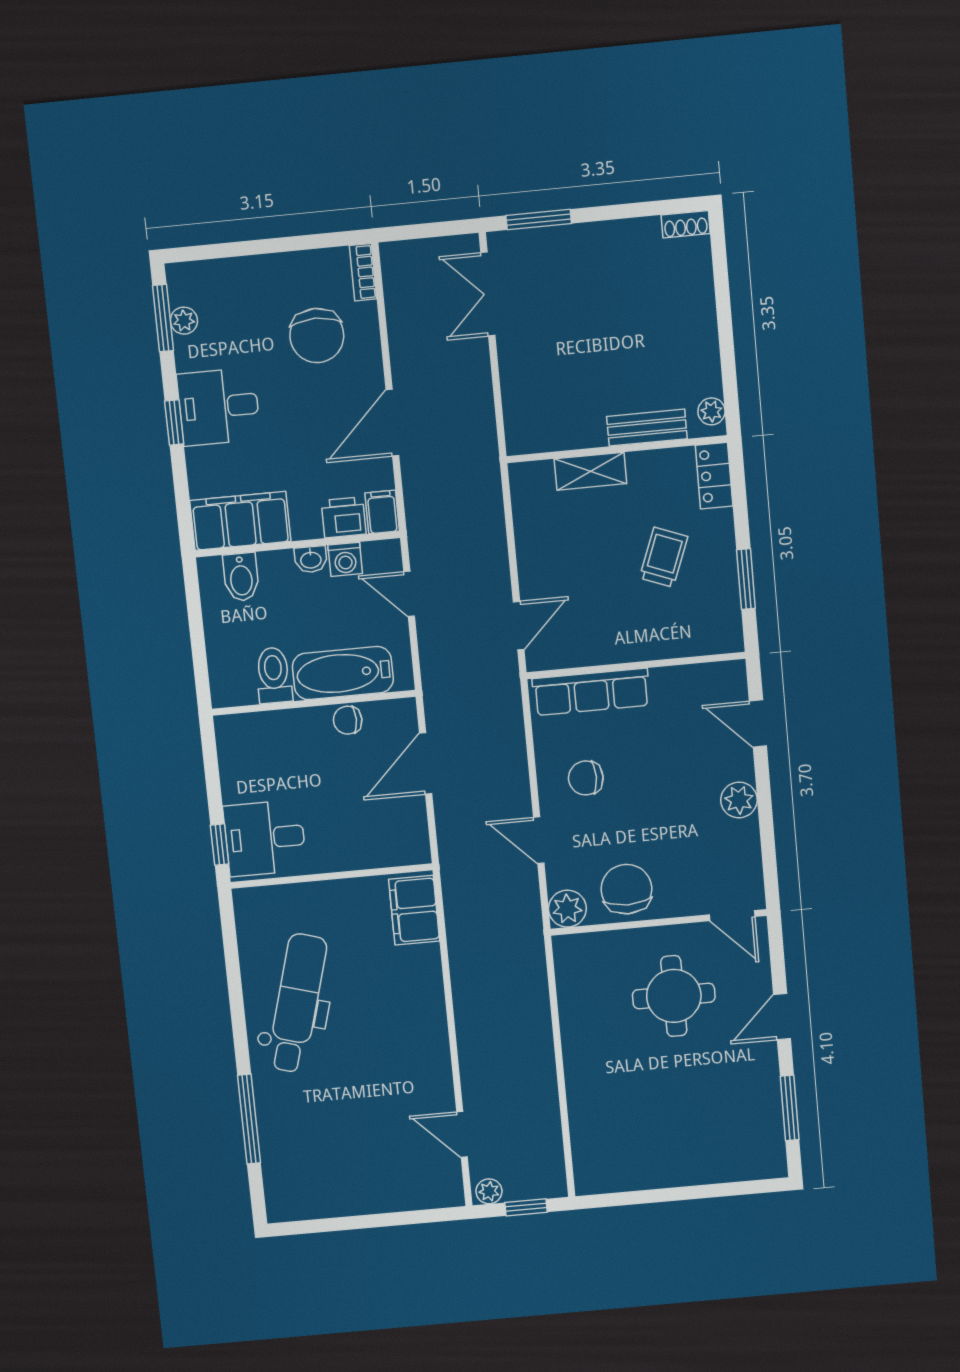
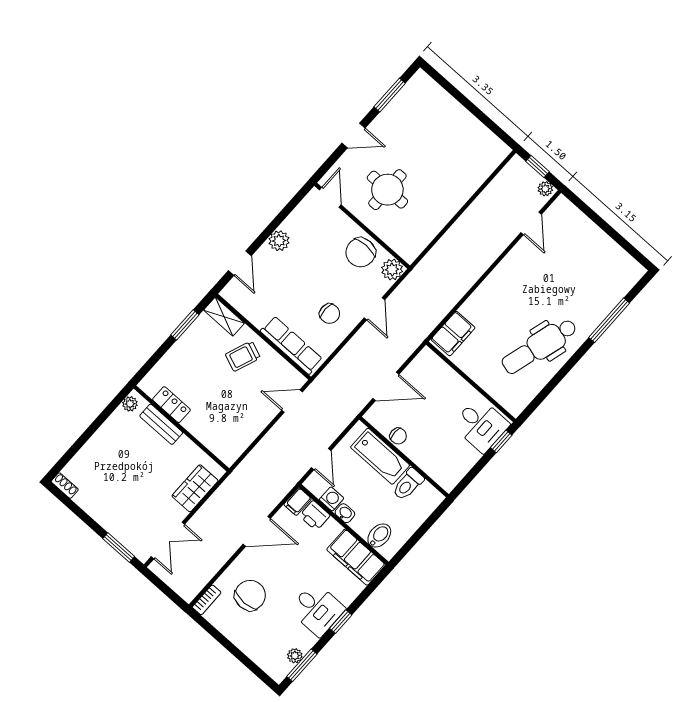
wardrobe: (523, 394) -> (195, 488), added
shelving: (590, 471) -> (224, 317), moved
locker: (714, 476) -> (171, 405), moved, turned -90
trolley: (664, 557) -> (243, 356), moved

